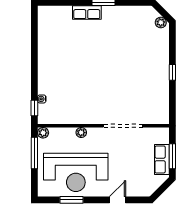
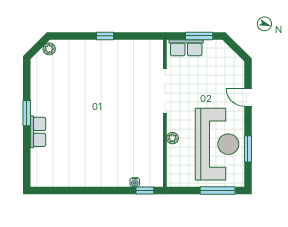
plant: (43, 133) -> (173, 181), removed
window: (34, 153) -> (218, 191), moved
row of seats: (162, 159) -> (186, 48), moved

